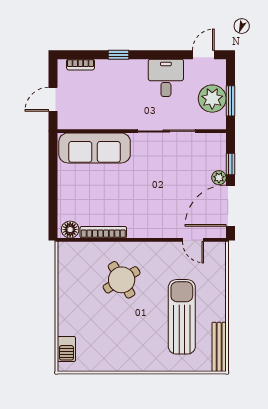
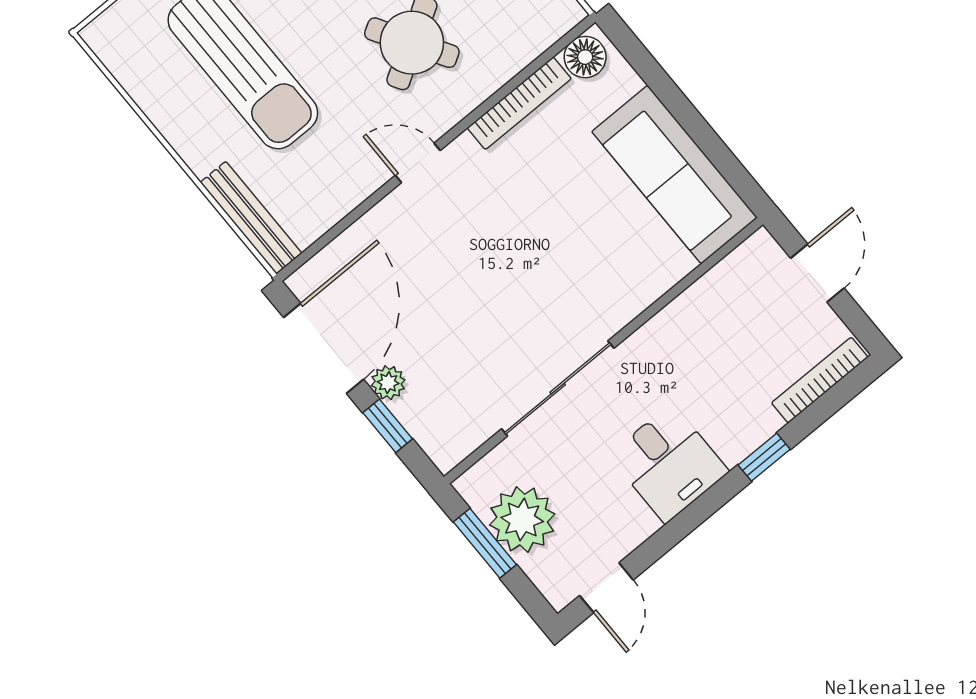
bookcase: (80, 65) -> (820, 380), width x1.56
desk: (166, 78) -> (669, 463), moved
sofa: (95, 148) -> (675, 175), moved, turned -90
door: (193, 240) -> (418, 163), moved
bench: (219, 347) -> (251, 218), moved

